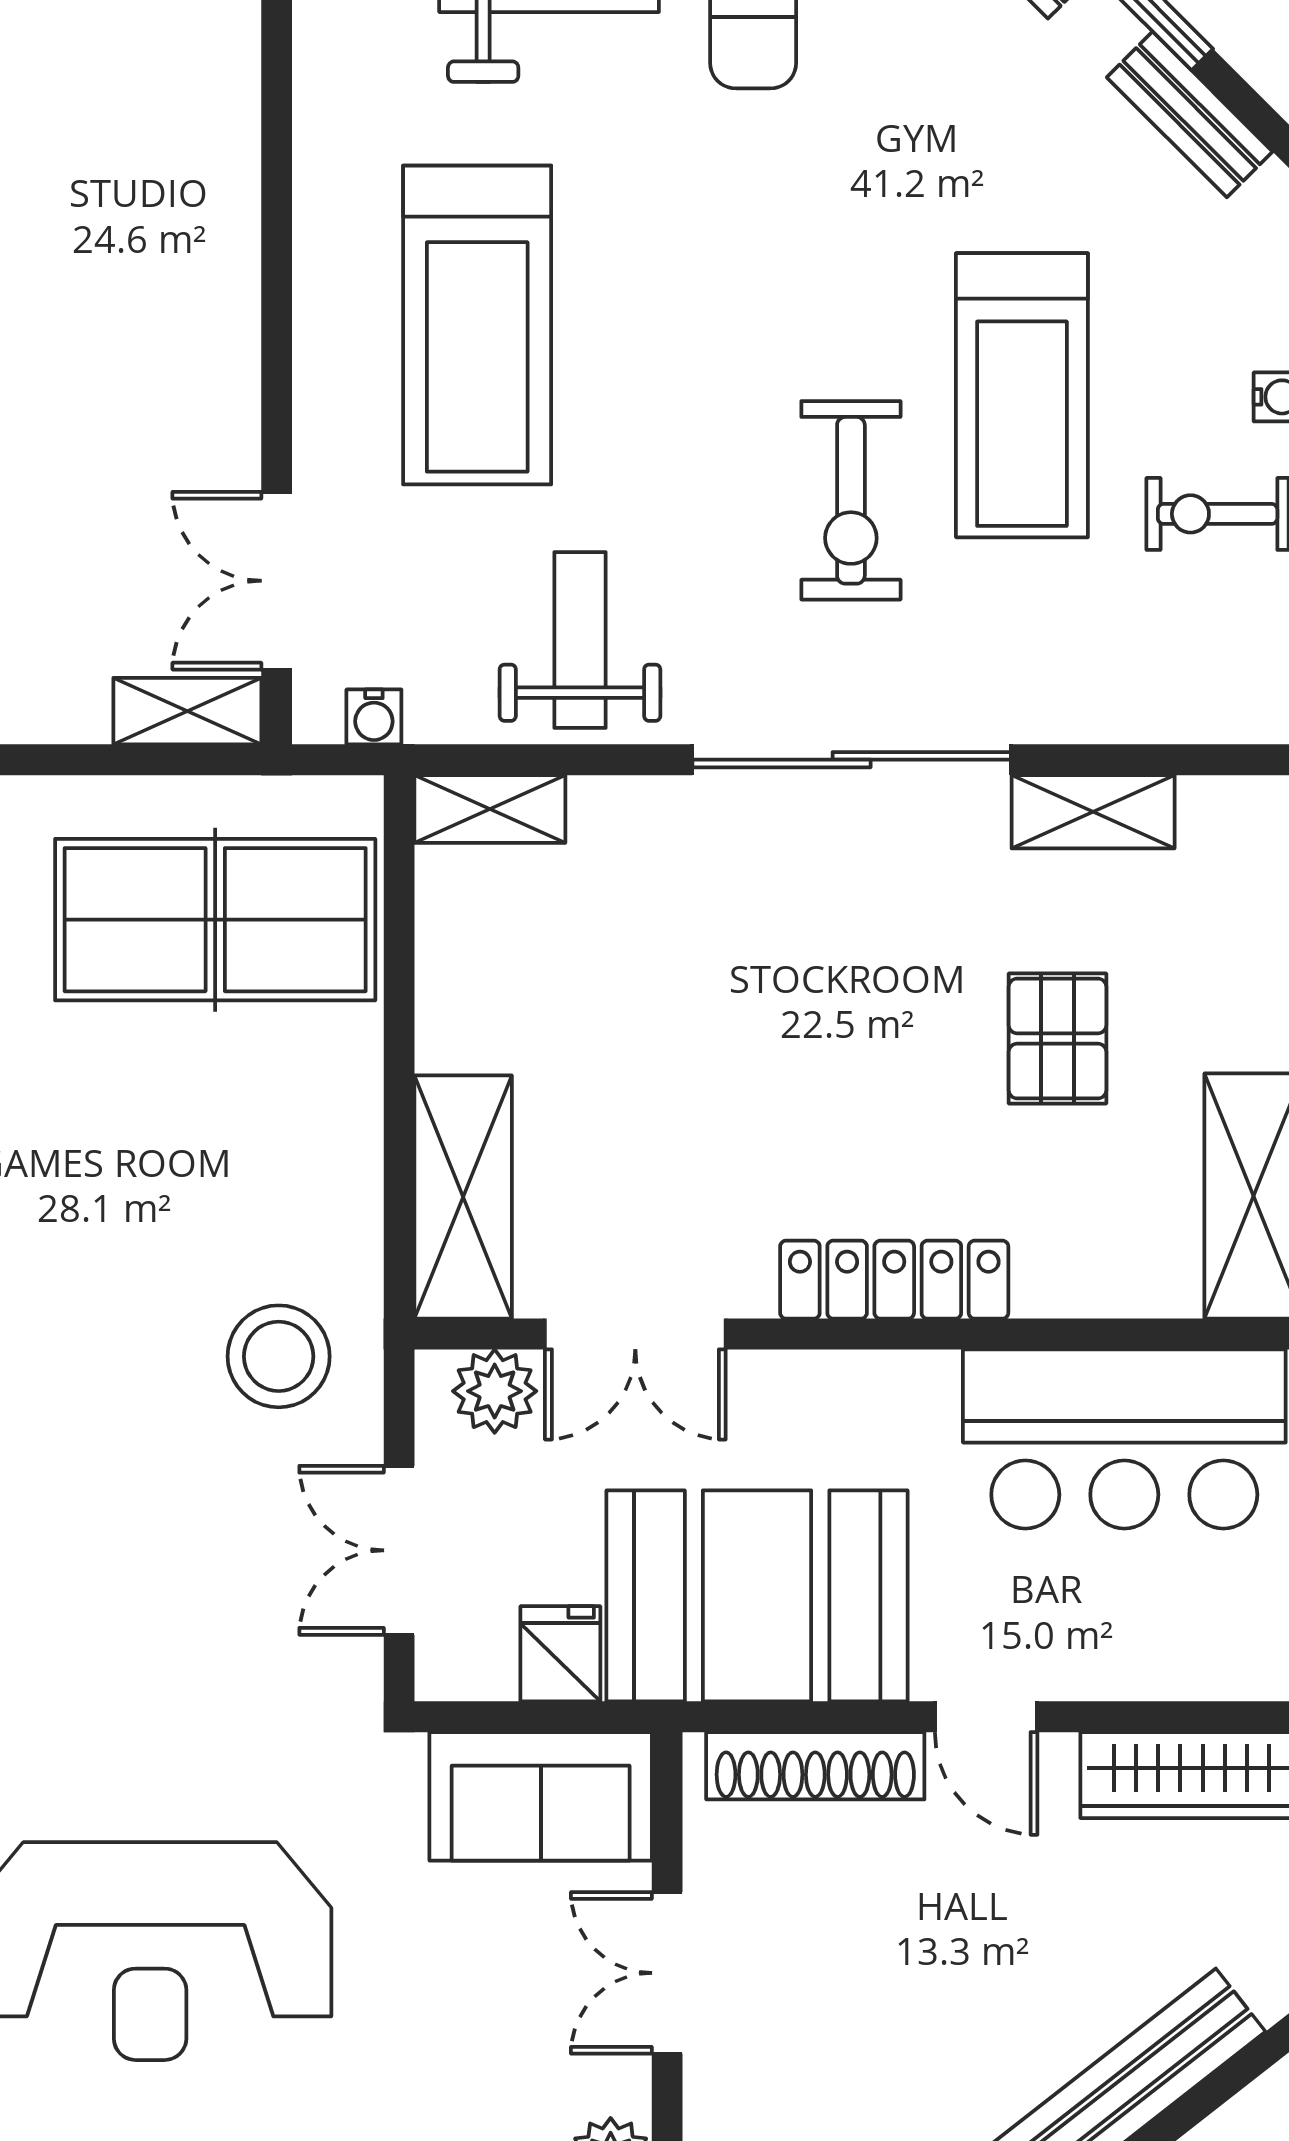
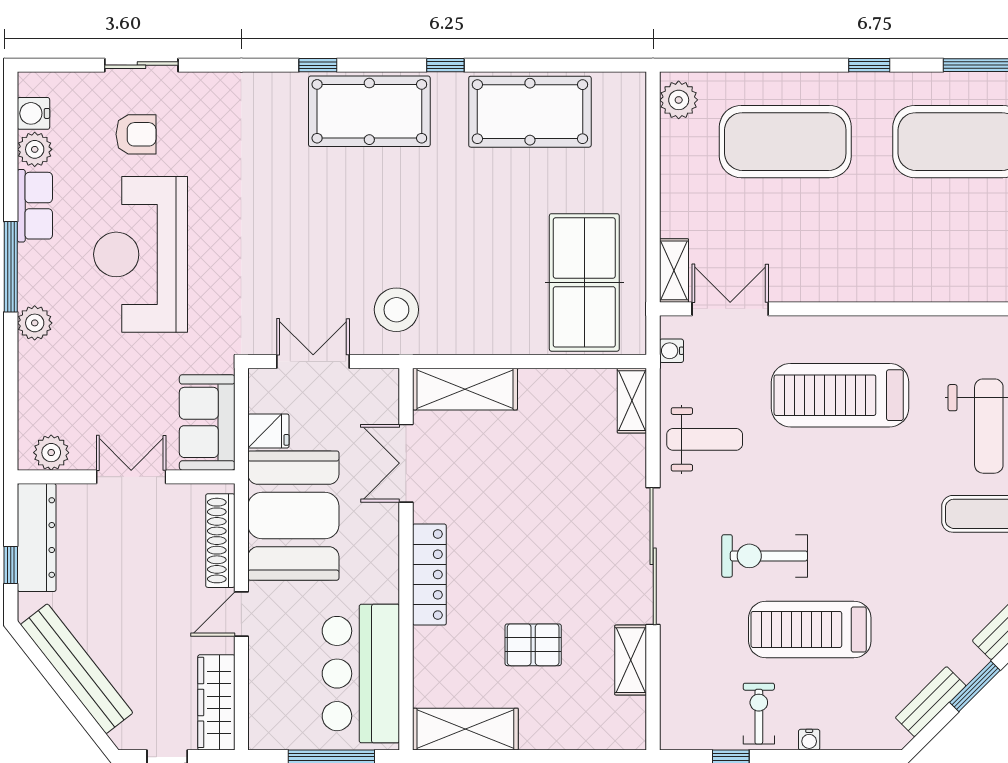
plant: (495, 1391) -> (381, 403), removed

